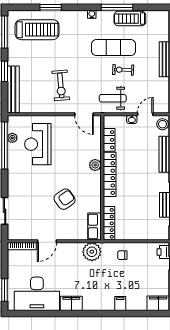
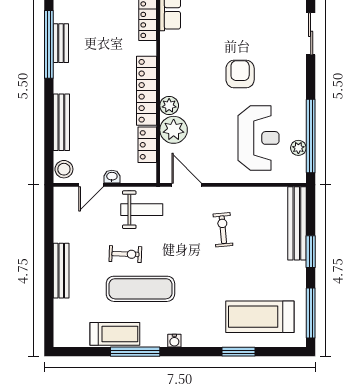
exercise bike: (61, 85) -> (223, 230), width x0.73, depth x0.72
plant: (92, 149) -> (174, 130), added
armchair: (65, 199) -> (240, 74), moved, turned 125

